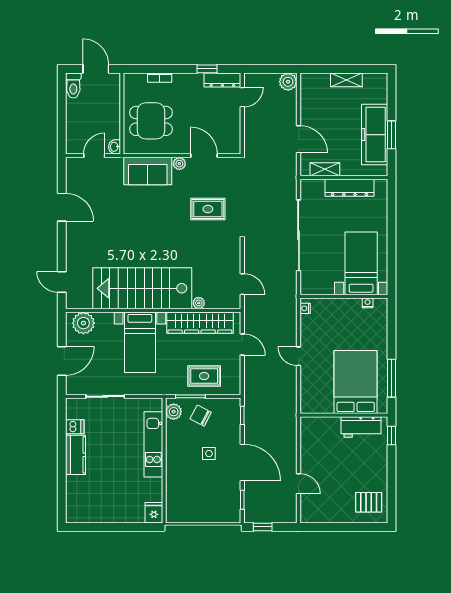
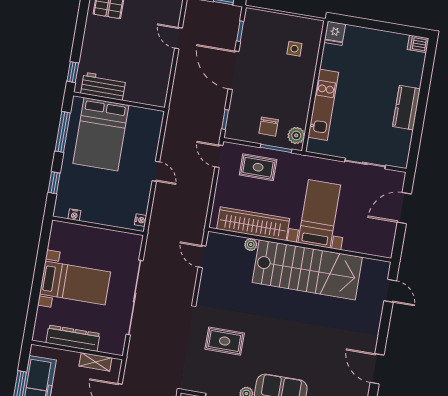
bed with nightstands: (361, 263) -> (75, 283), moved, turned -90
plant: (83, 323) -> (375, 244), removed
window: (392, 329) -> (54, 183), added
door: (242, 344) -> (219, 156), moved
chair: (201, 416) -> (269, 127), turned 62
dishwasher: (75, 427) -> (418, 44), moved
side table: (209, 454) -> (294, 49), moved

